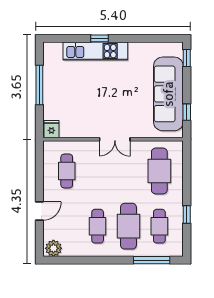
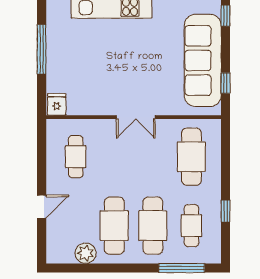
cafe table: (98, 226) -> (114, 226), width x1.37, depth x1.35
plant: (53, 248) -> (86, 253), moved

